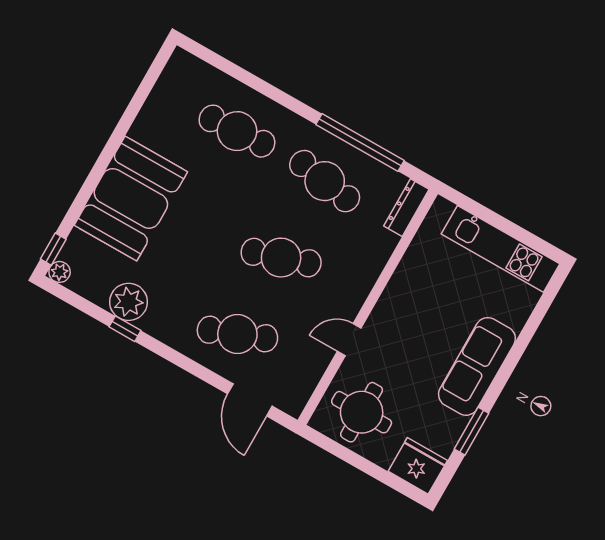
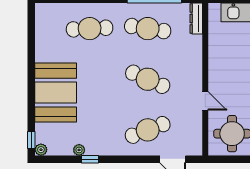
cafe table: (281, 258) -> (148, 79), turned 42
plant: (129, 302) -> (79, 150), width x0.53, depth x0.53
door: (349, 340) -> (205, 101), swing flipped

